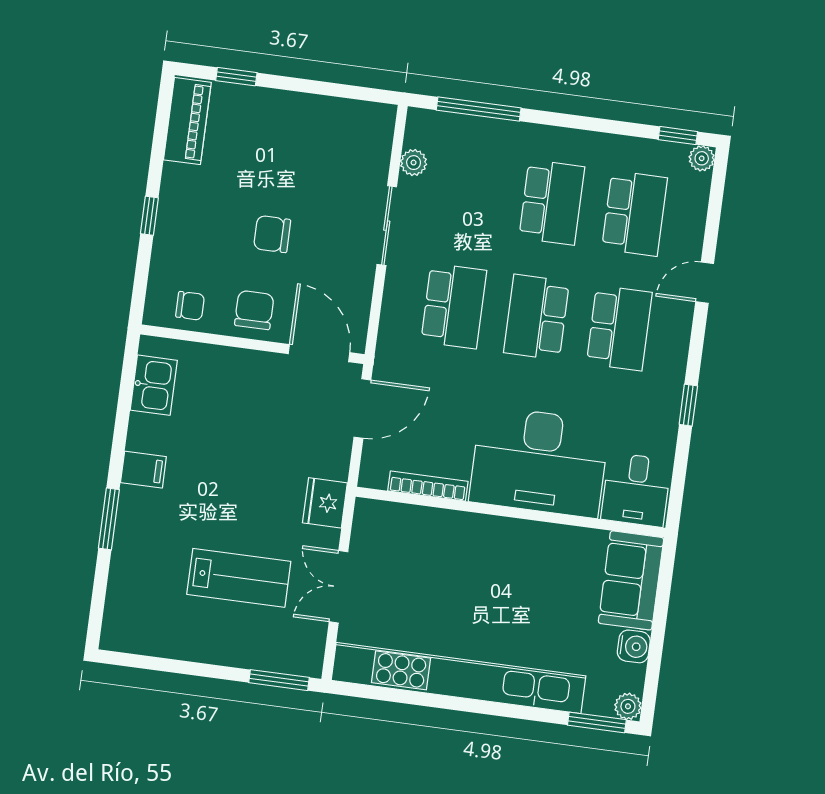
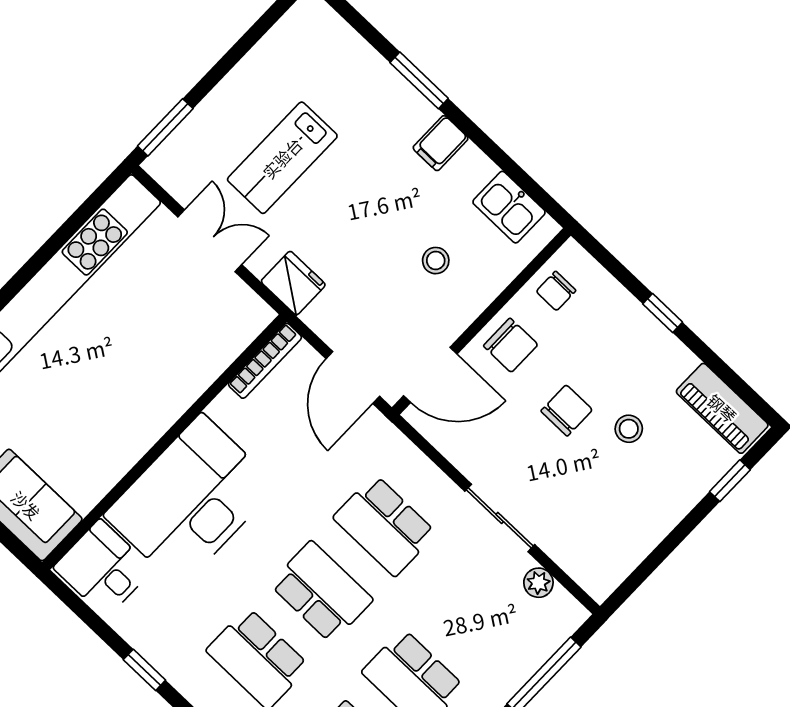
stool: (252, 179) -> (629, 429), added
stool: (232, 410) -> (436, 261), added
bookcase: (428, 486) -> (265, 361), moved

